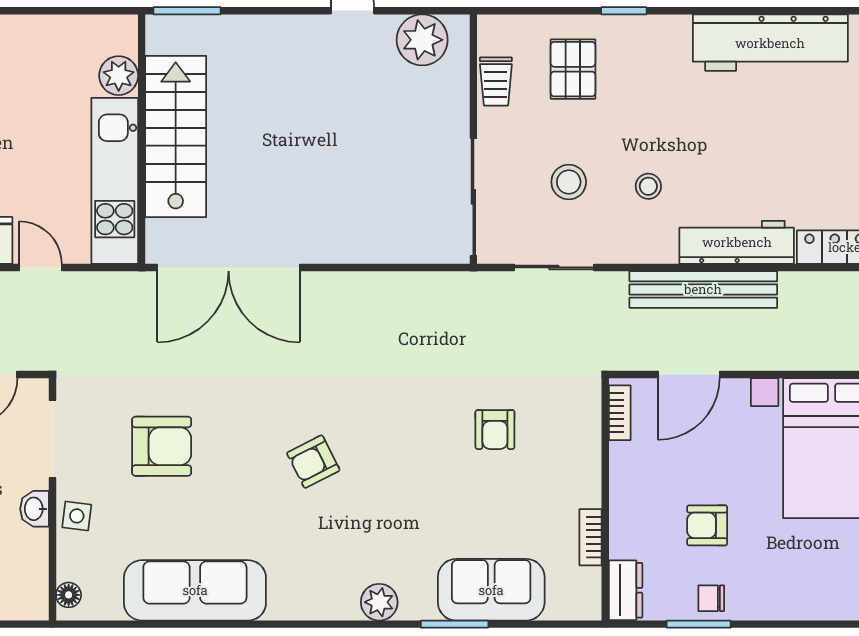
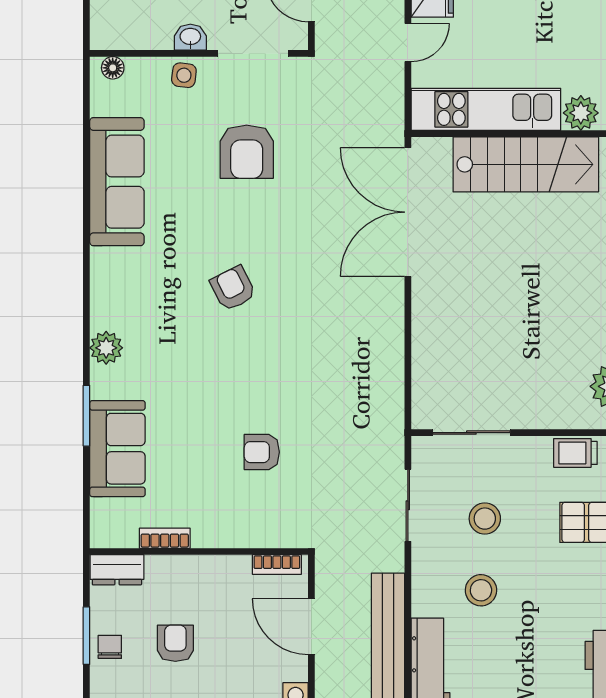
stool: (648, 186) -> (481, 590), width x1.37, depth x1.37
sliding door: (473, 197) -> (471, 433), width x0.73

